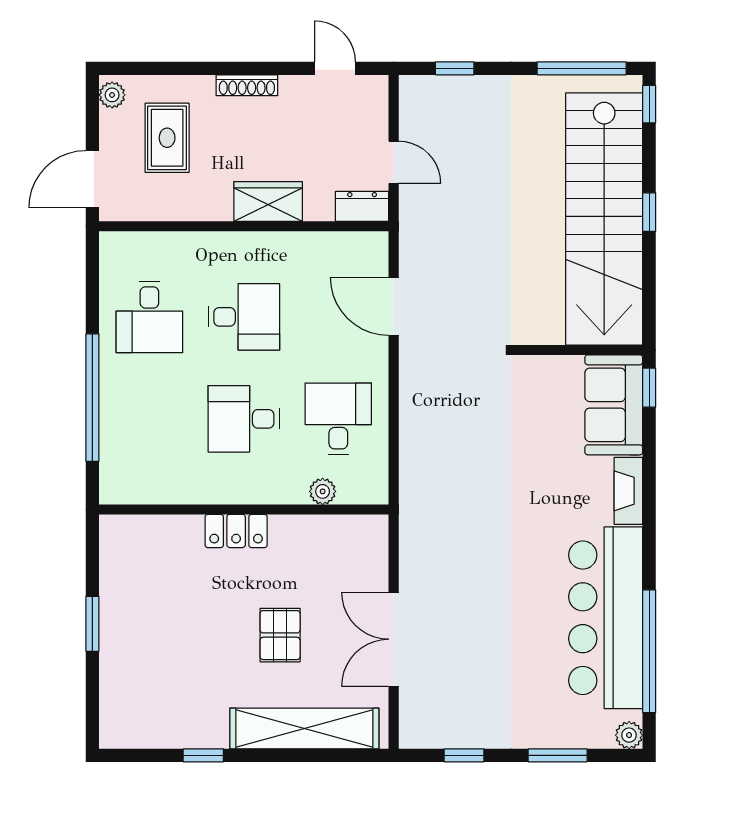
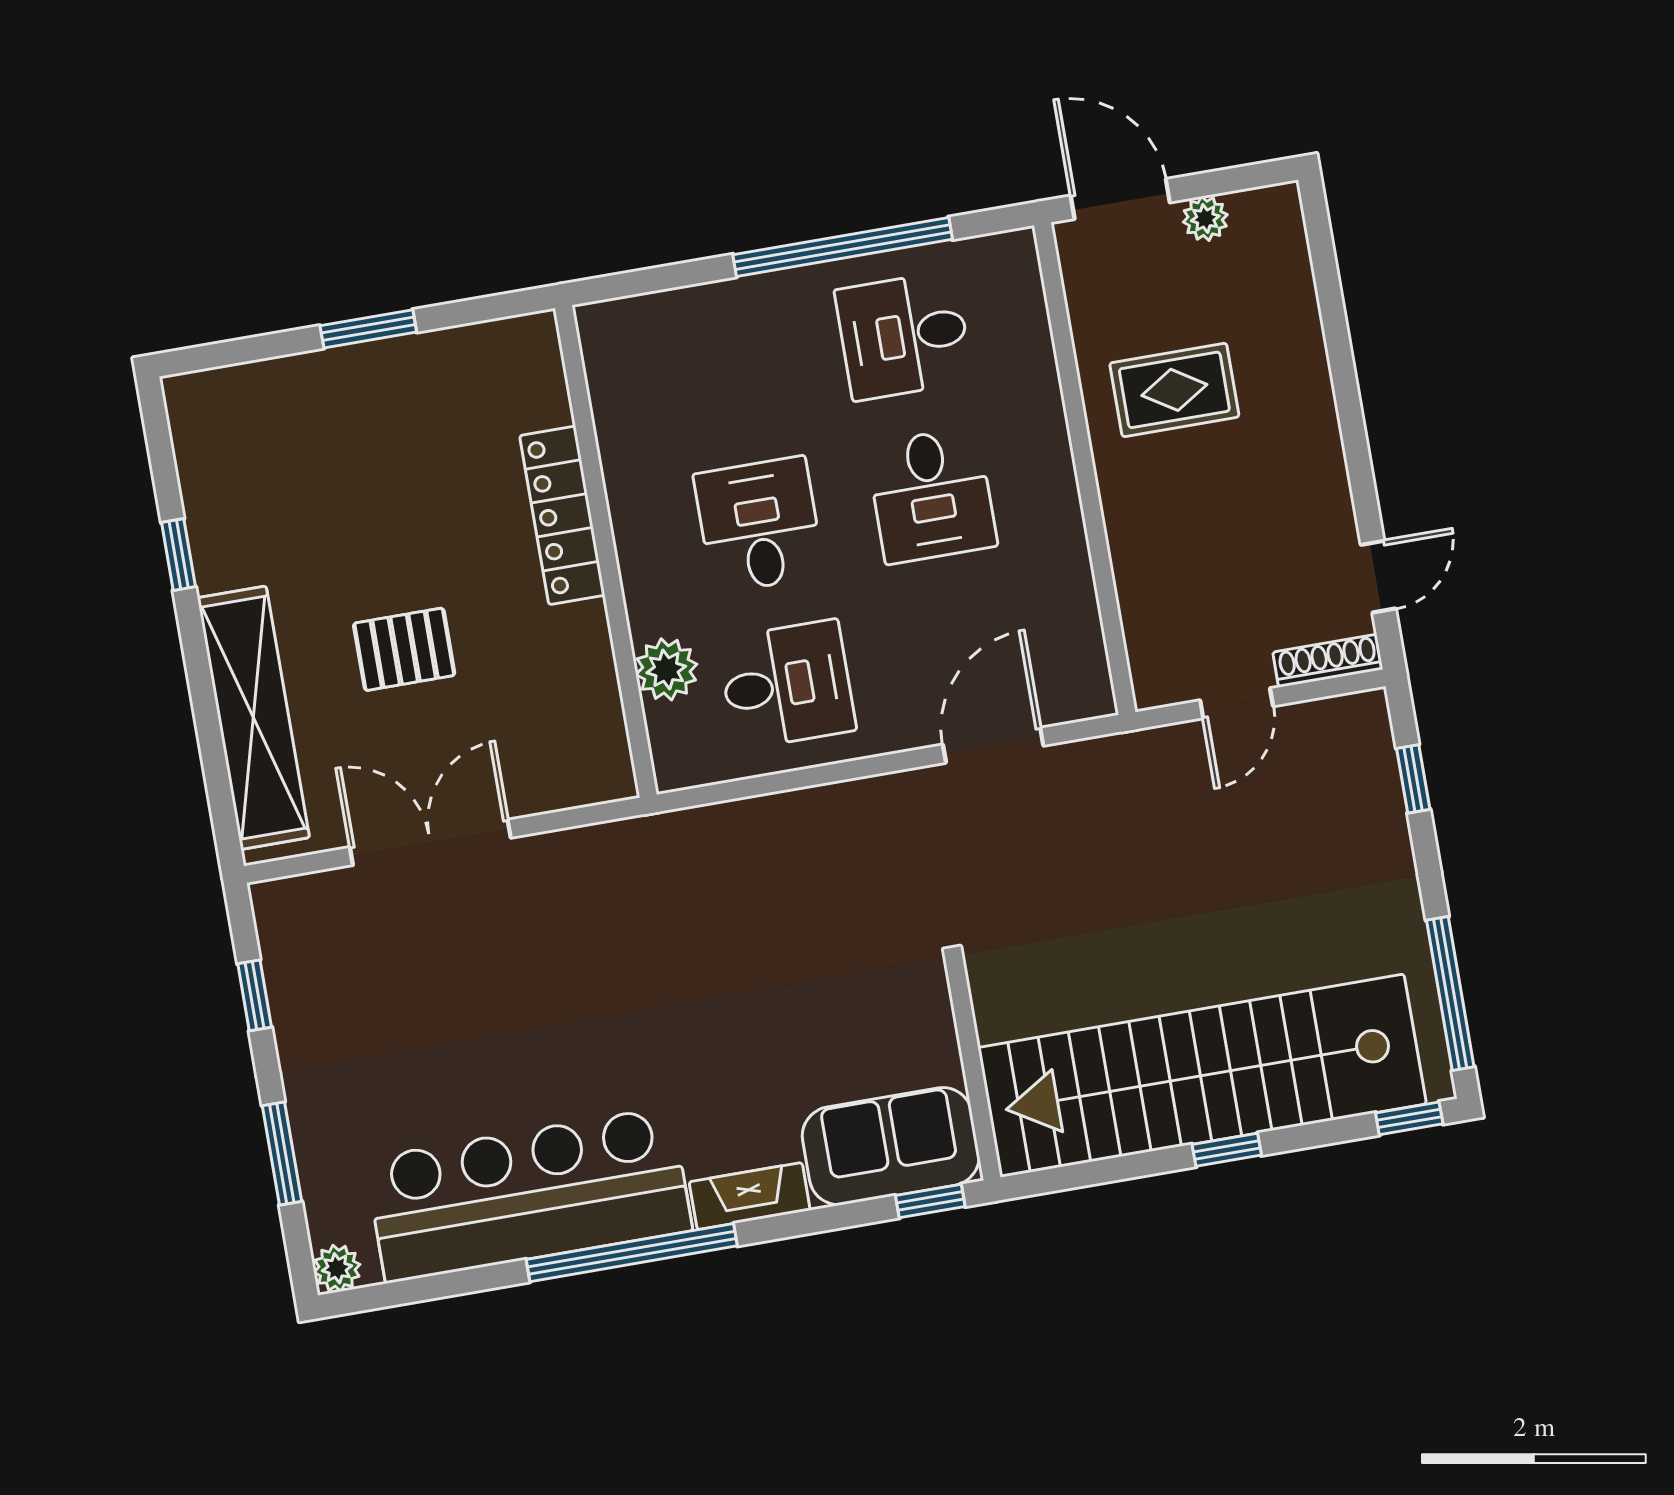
shoe rack: (247, 85) -> (1328, 661), moved, turned 90
plant: (112, 95) -> (1205, 218), moved
rug: (167, 138) -> (1174, 390), moved
wardrobe: (268, 201) -> (1134, 502), removed
dresser: (362, 206) -> (1153, 663), removed
window: (92, 398) -> (843, 247), moved
plant: (323, 491) -> (666, 669), width x1.38, depth x1.38
locker: (236, 531) -> (562, 515), width x1.53
window: (649, 651) -> (632, 1253), moved

